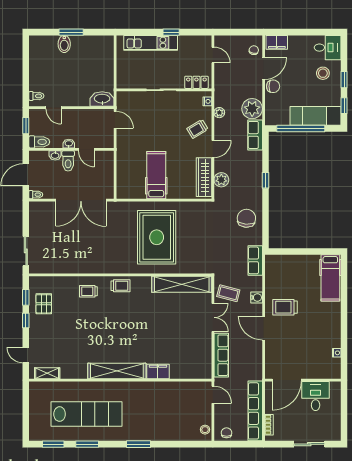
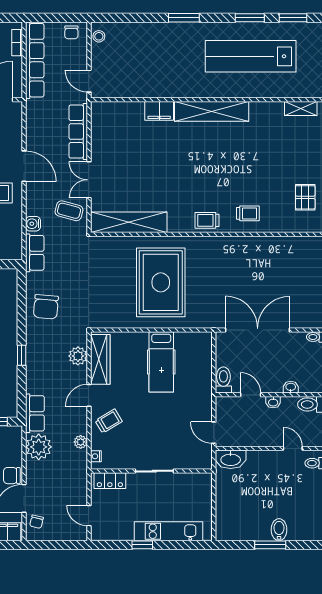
toilet: (68, 161) -> (223, 380), moved
water cooler: (257, 297) -> (33, 224), moved

